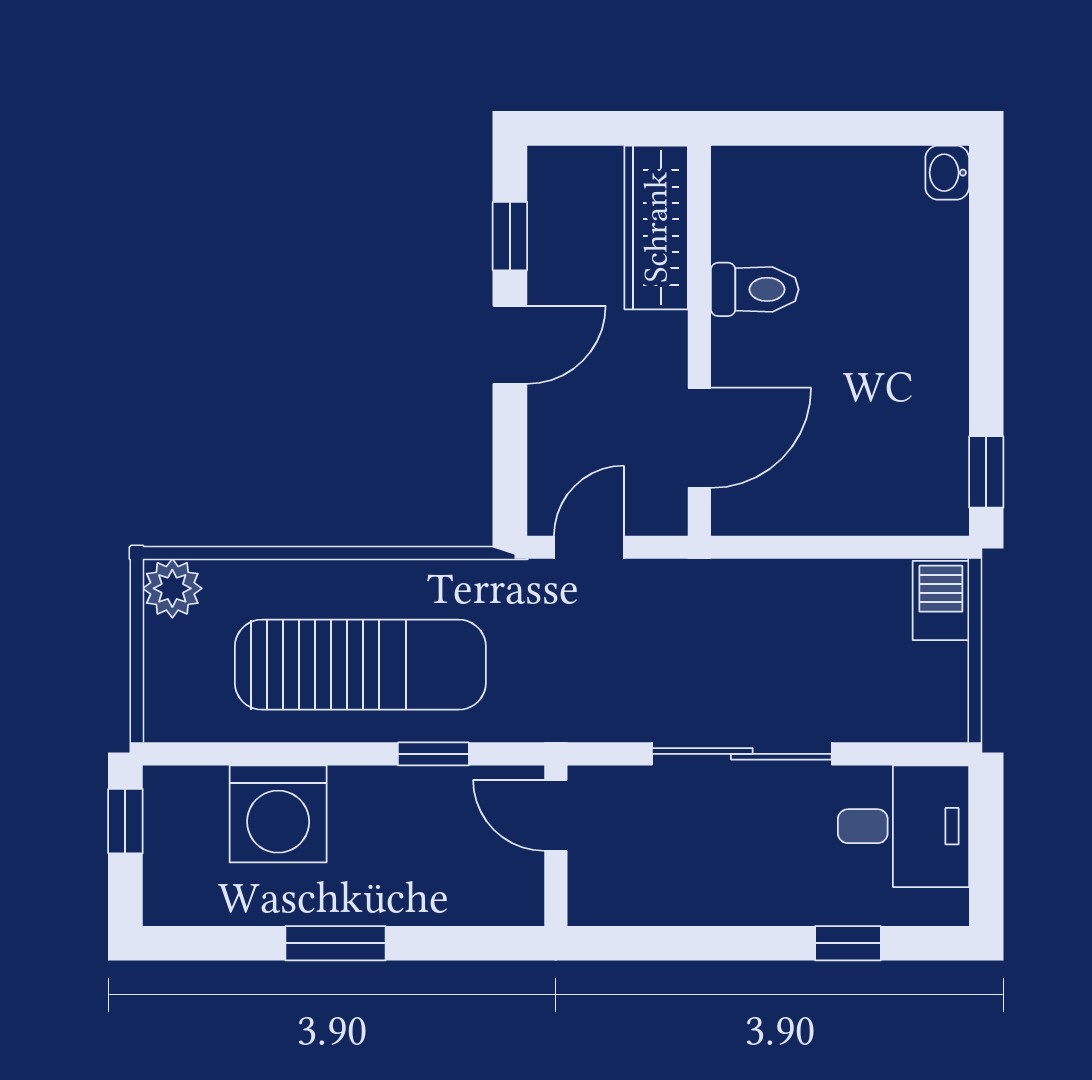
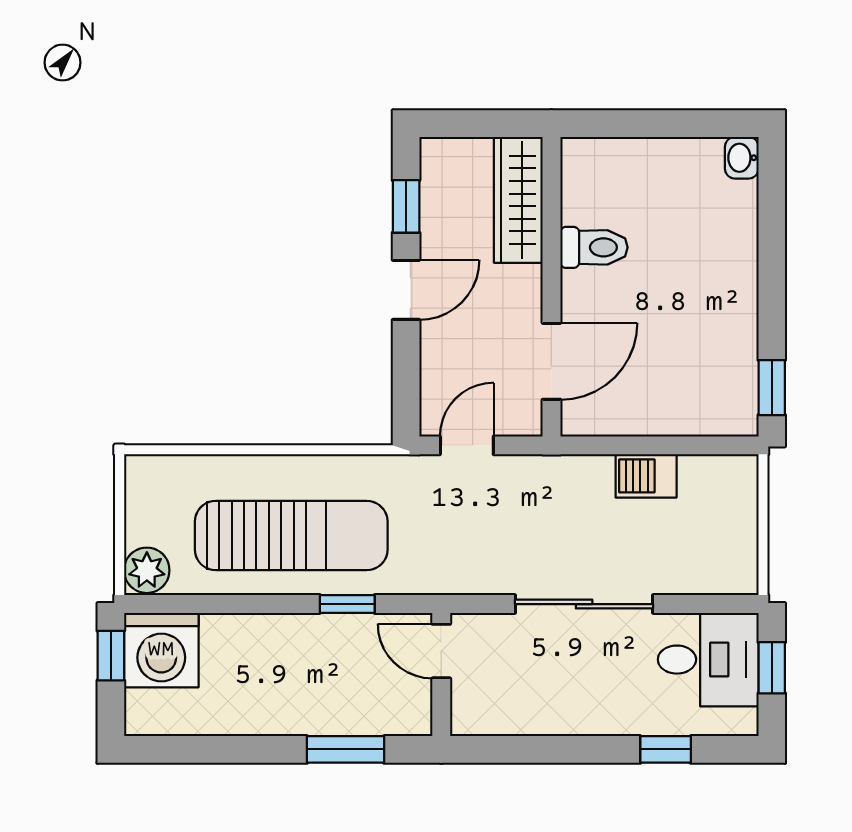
plant: (172, 588) -> (147, 570), moved
barbecue: (941, 601) -> (646, 476), moved, turned -90
washing machine: (278, 814) -> (161, 650), moved
window: (986, 837) -> (772, 668), added
window: (335, 943) -> (346, 749), moved

